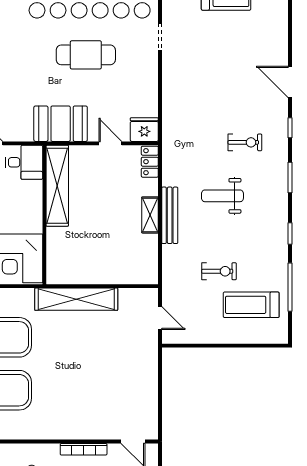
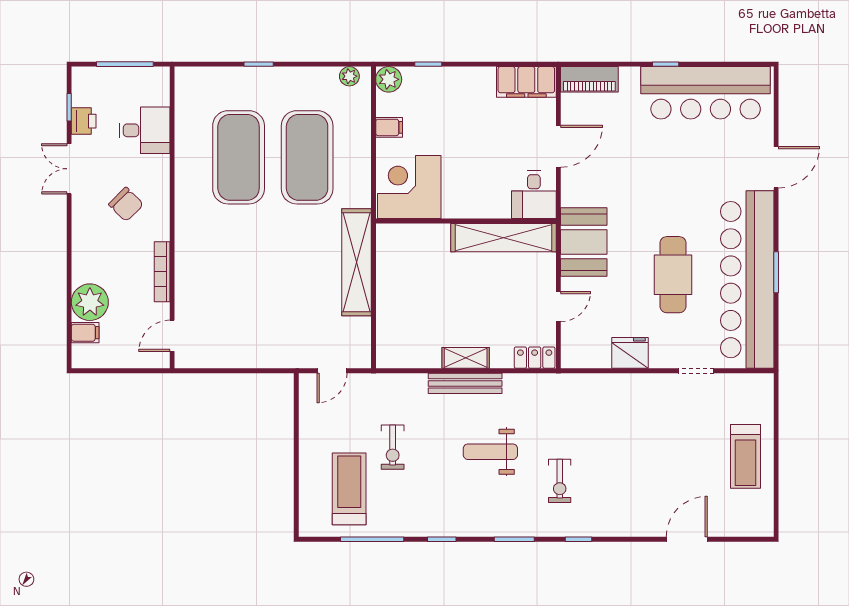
door: (290, 82) -> (687, 539), moved
fridge: (144, 130) -> (630, 353), moved, turned -90
weight bench: (222, 196) -> (490, 452), turned -90

